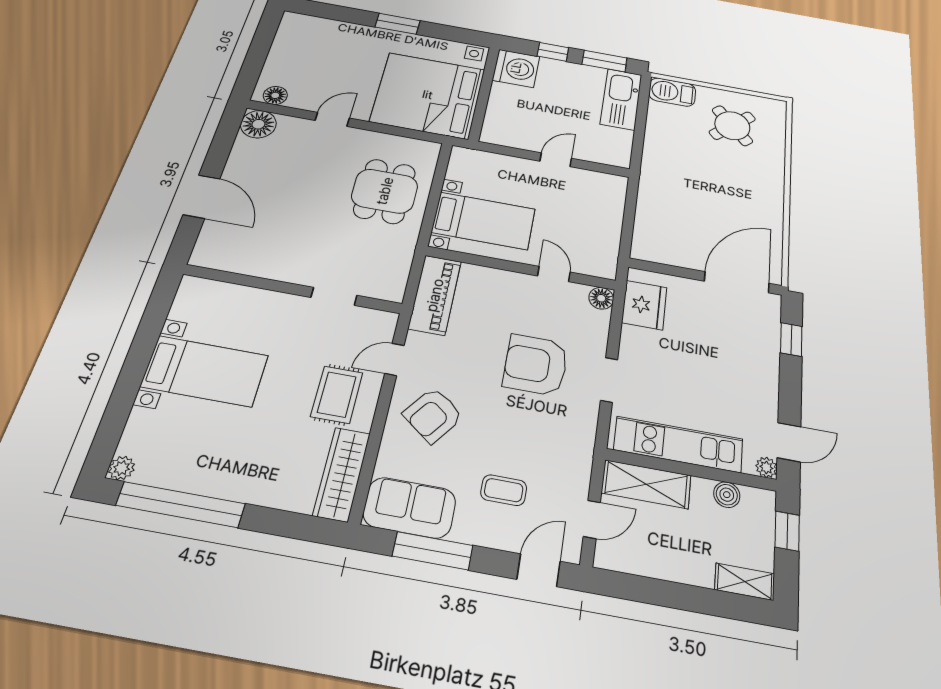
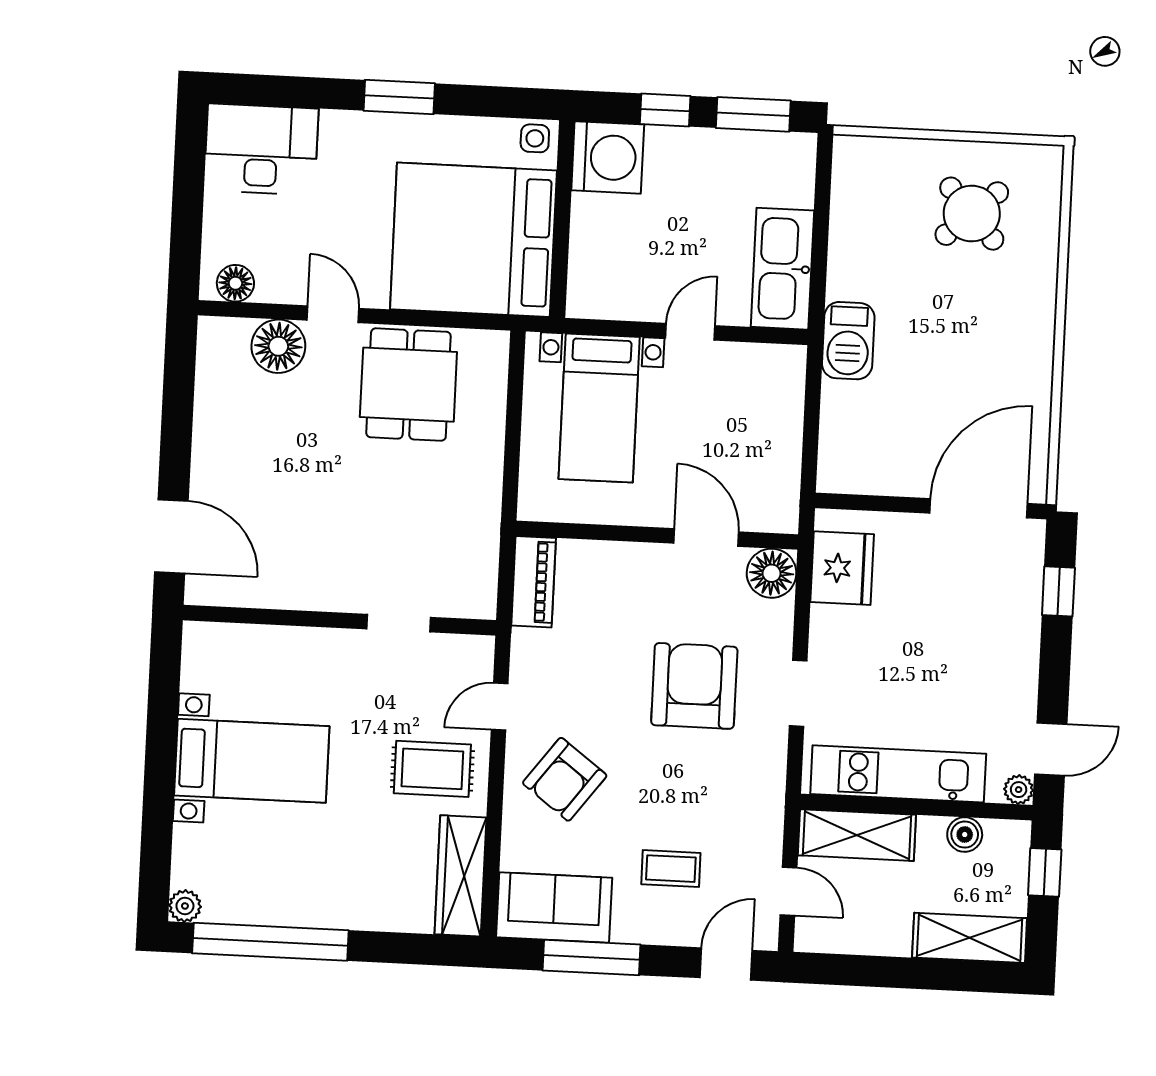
desk: (310, 35) -> (261, 149), added
barbecue: (672, 92) -> (848, 341), moved, turned -90
kitchen sink: (621, 99) -> (782, 269), moved
door: (332, 119) -> (333, 314), hinge flipped
floor lamp: (258, 124) -> (278, 346), moved
dining table: (385, 191) -> (408, 385), moved
door: (202, 197) -> (171, 536), moved
bed with nightstands: (483, 221) -> (599, 408), moved, turned 90
door: (554, 274) -> (706, 538), width x1.38
piano: (435, 295) -> (534, 582), width x0.73, depth x0.75
floor lamp: (601, 298) -> (772, 573), width x1.38, depth x1.38
armchair: (536, 365) -> (694, 686), turned 90
rug: (337, 395) -> (432, 769), turned 90
door: (592, 519) -> (788, 891), hinge flipped
shelving: (745, 582) -> (970, 938), width x1.50, depth x1.33

